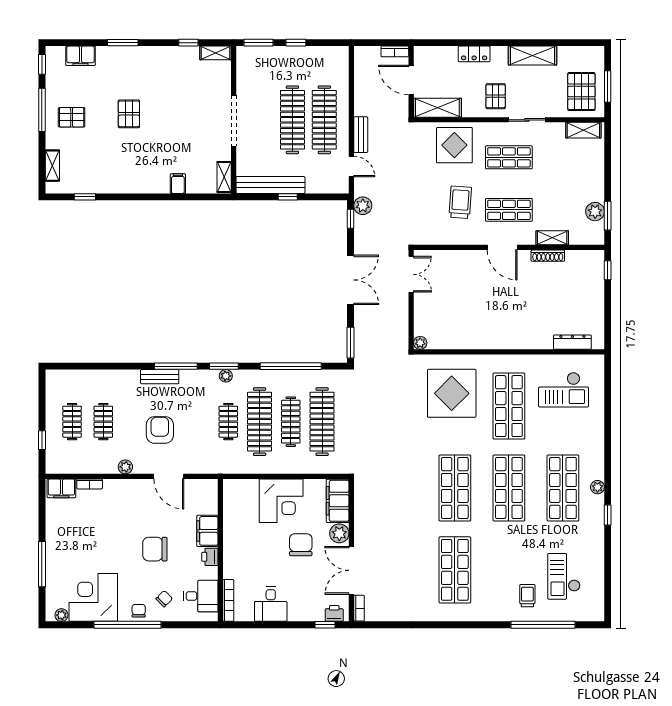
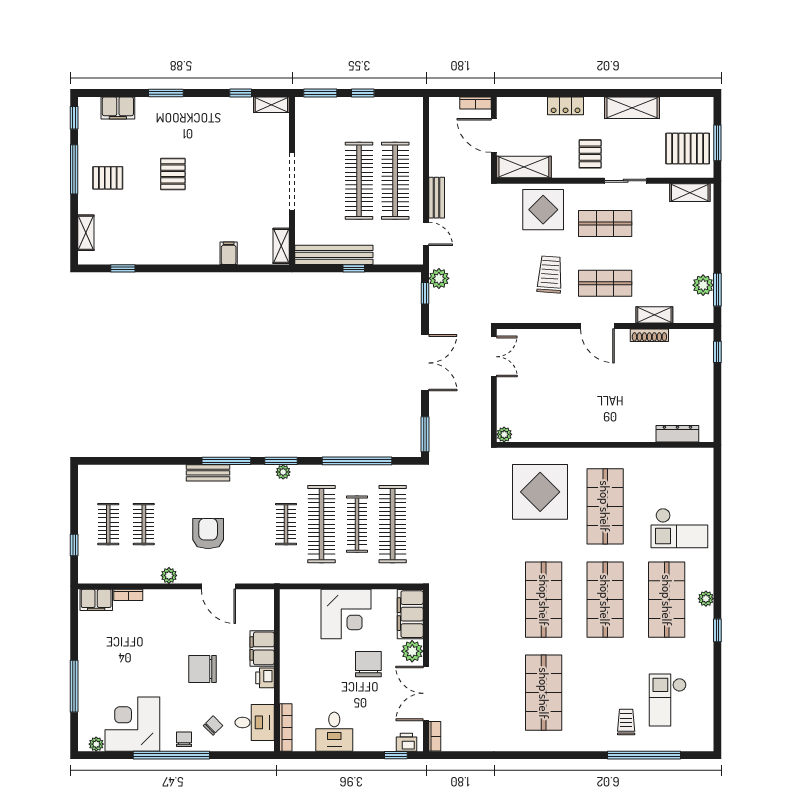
pallet: (581, 92) -> (688, 149), turned 90
checkout: (564, 390) -> (679, 528), moved

